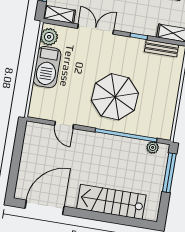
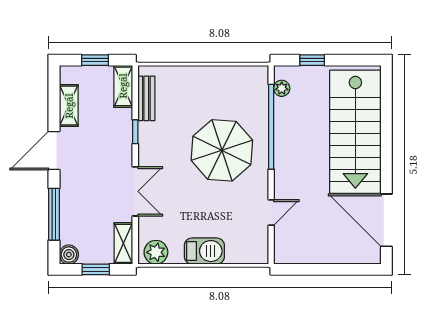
double door: (96, 29) -> (135, 191), swing flipped
barbecue: (47, 67) -> (204, 251), width x0.73, depth x0.83
window: (169, 173) -> (312, 60), width x0.46
stairs: (111, 202) -> (355, 132), width x1.36, depth x1.51

